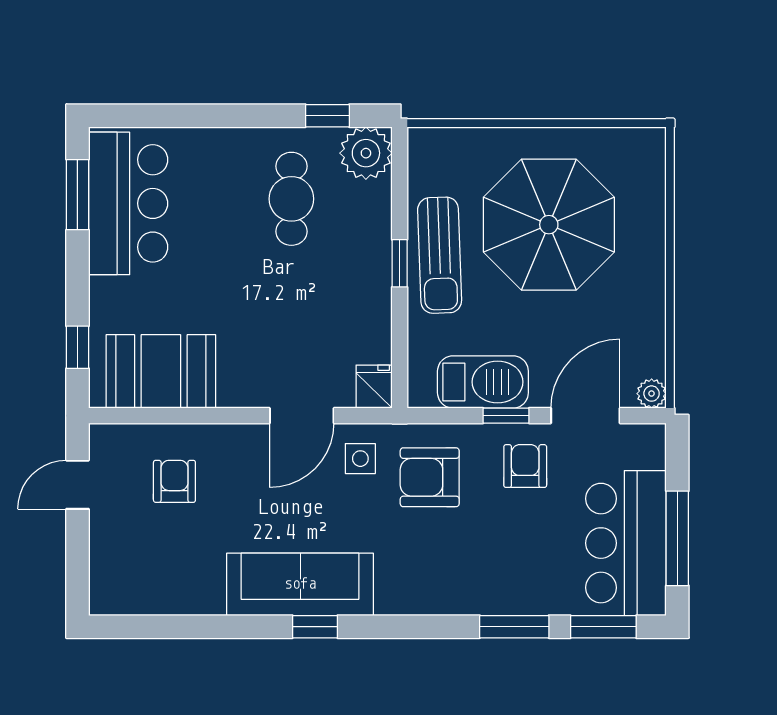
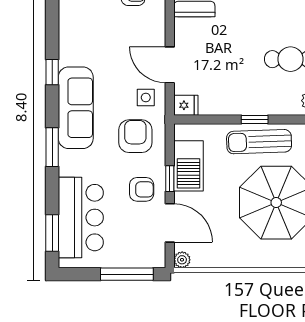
window: (677, 538) -> (127, 274), moved
bar counter: (626, 543) -> (81, 218), moved, turned 90
sofa: (300, 584) -> (76, 108), moved
window: (514, 627) -> (52, 147), moved

